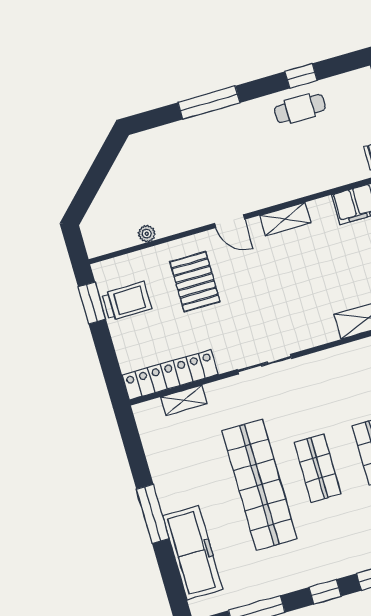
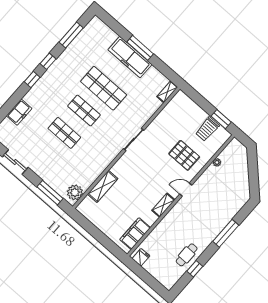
locker: (170, 375) -> (170, 110), removed
shelving: (184, 400) -> (167, 92), moved
shop shelf: (259, 485) -> (104, 88), width x0.71
freezer: (193, 553) -> (130, 57), moved

